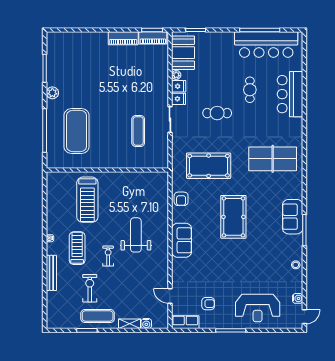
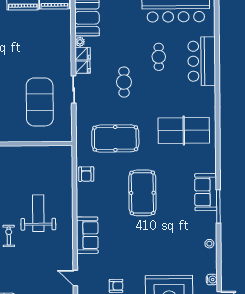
cafe table: (217, 113) -> (124, 82), turned 90
exercise mat: (138, 131) -> (40, 102), width x2.00, depth x1.45
sofa: (182, 240) -> (87, 235), moved

